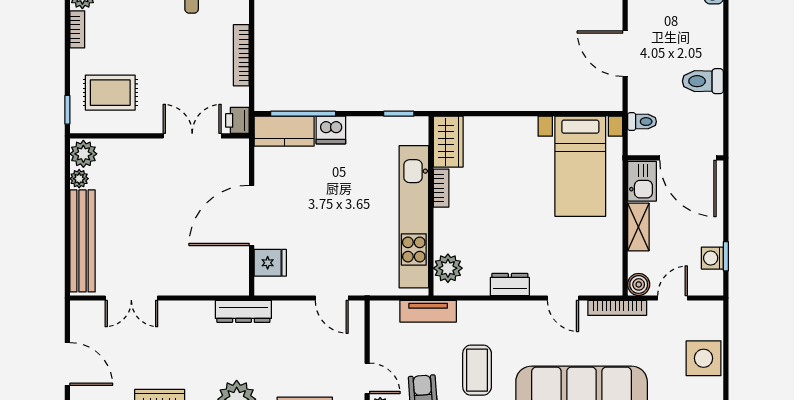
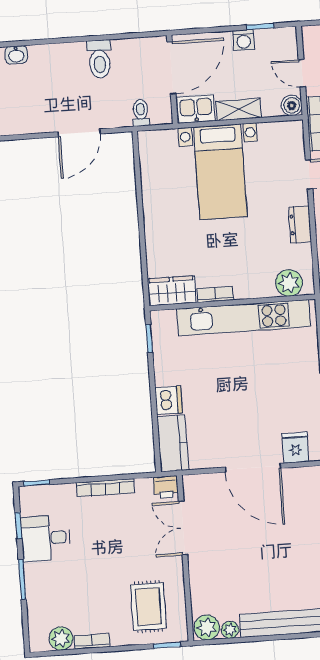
window: (303, 114) -> (155, 427), removed
bed with nightstands: (580, 166) -> (220, 172), moved, turned 90
washing machine: (712, 258) -> (244, 40), moved

